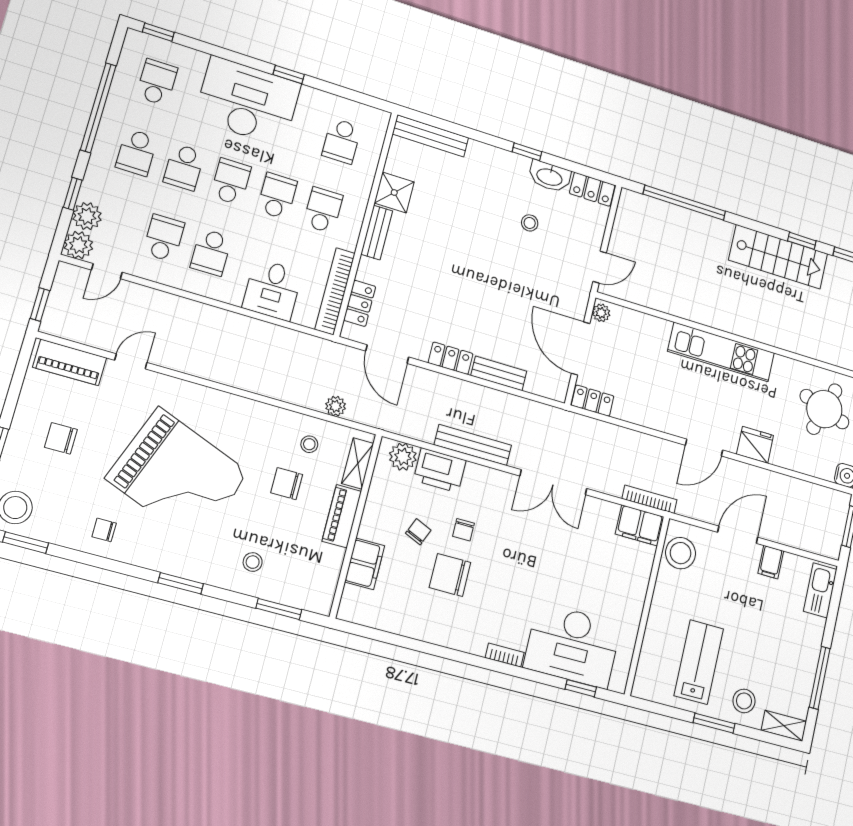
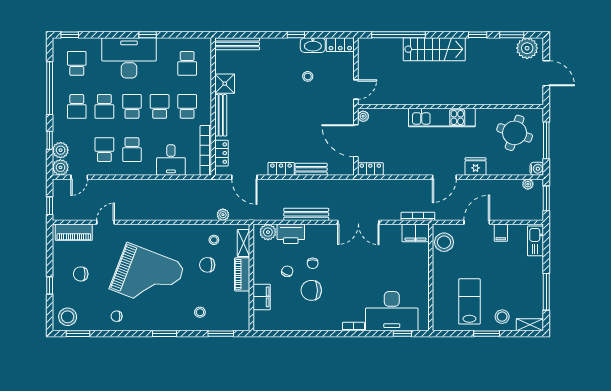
bench: (377, 233) -> (221, 115), width x1.36
stairs: (778, 257) -> (434, 49), moved
plant: (827, 496) -> (528, 184), added

